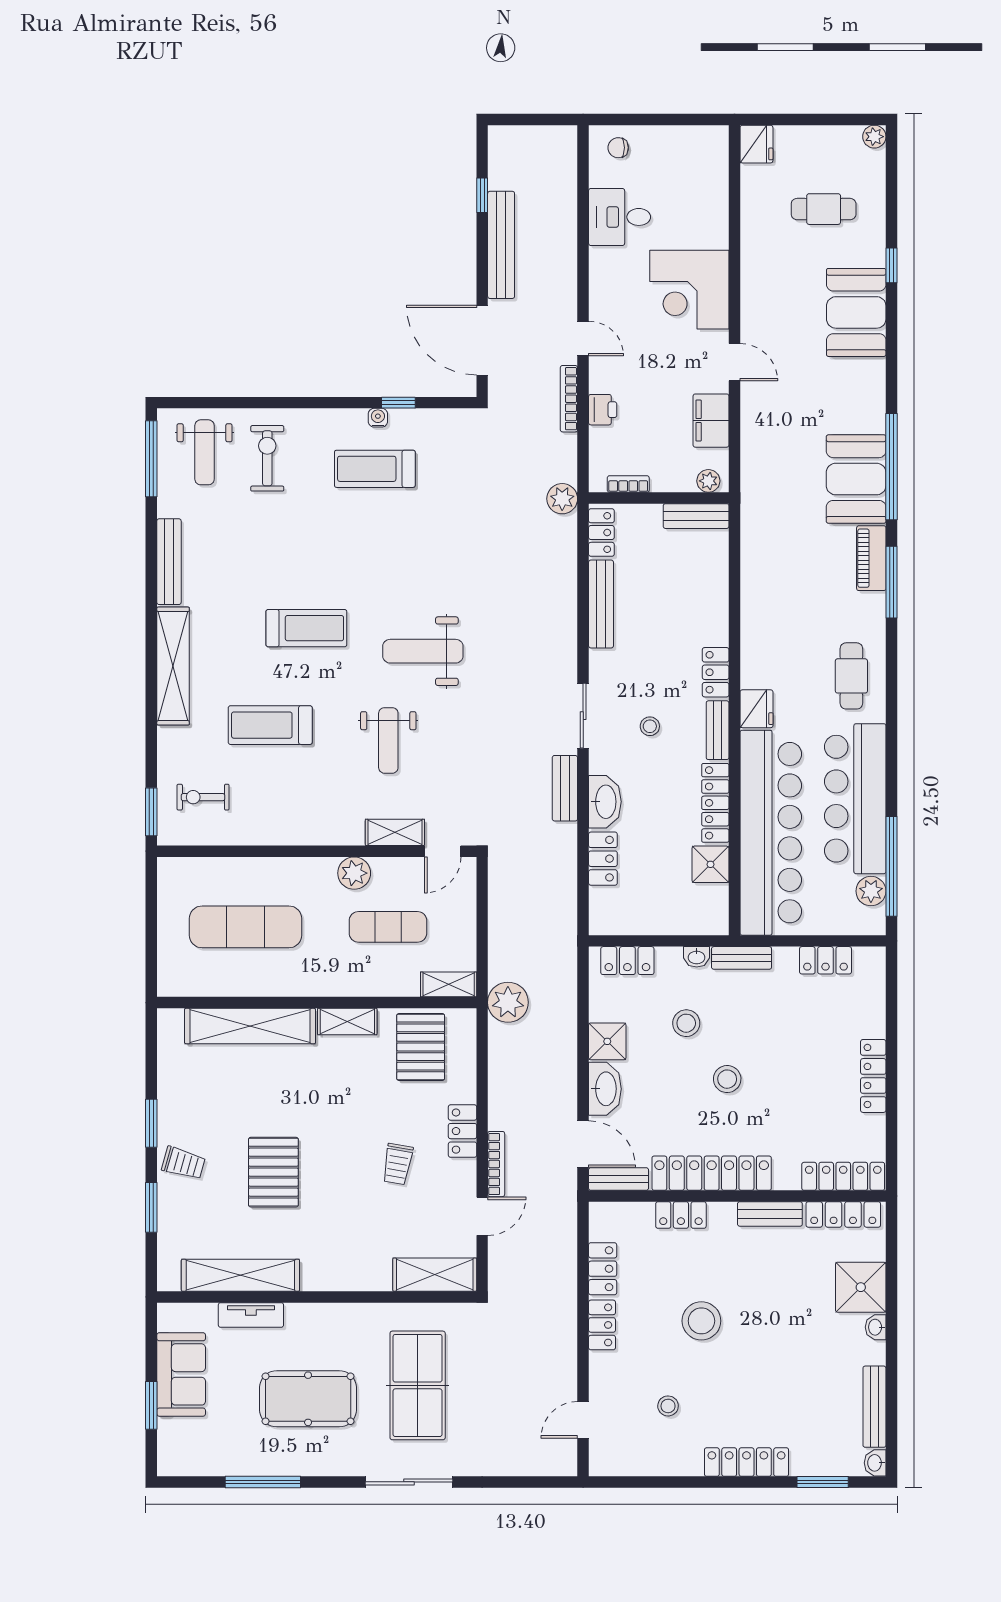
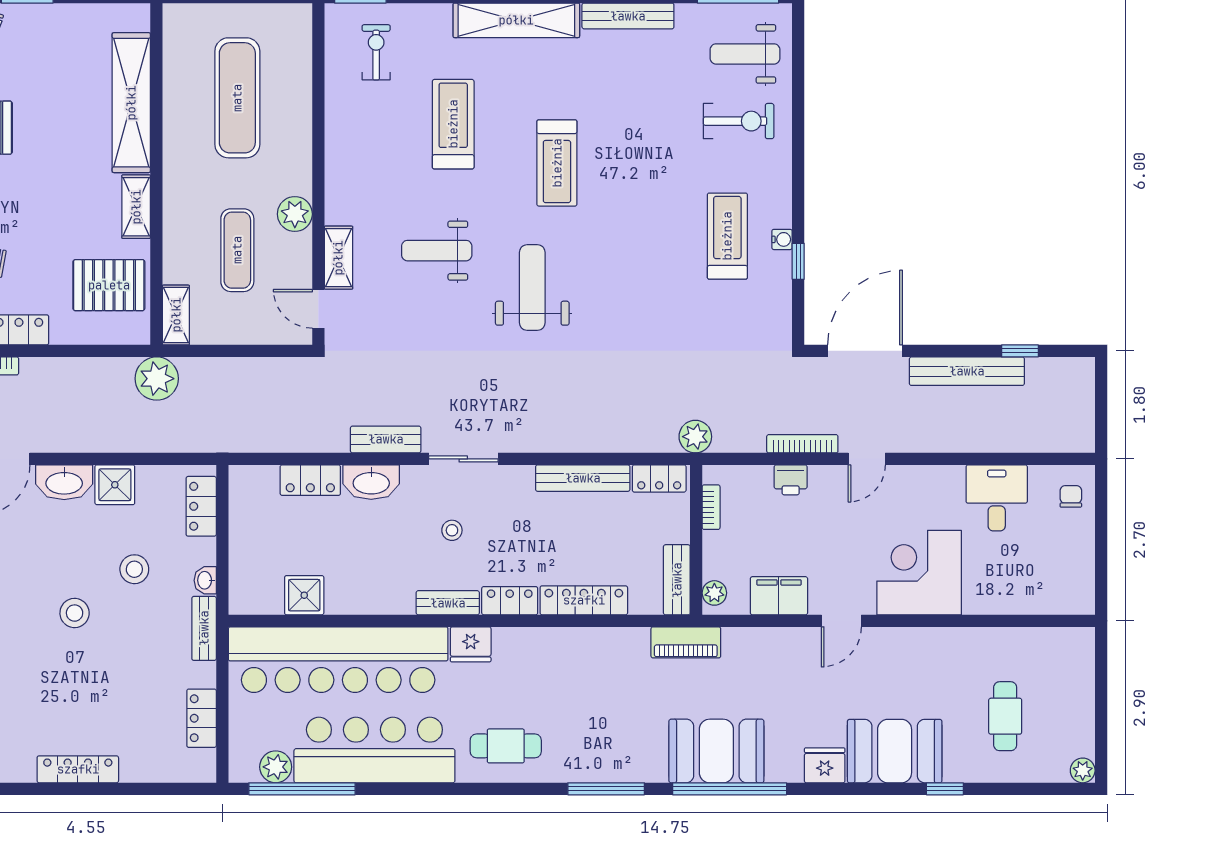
fridge: (756, 144) -> (825, 765), moved, turned 180
piano: (871, 558) -> (686, 642), moved, turned 180
locker: (715, 803) -> (584, 600), moved

